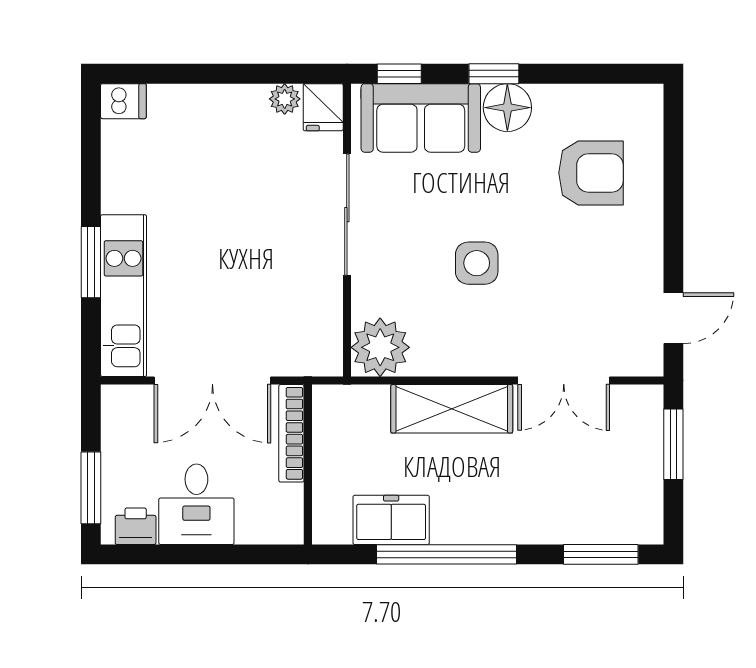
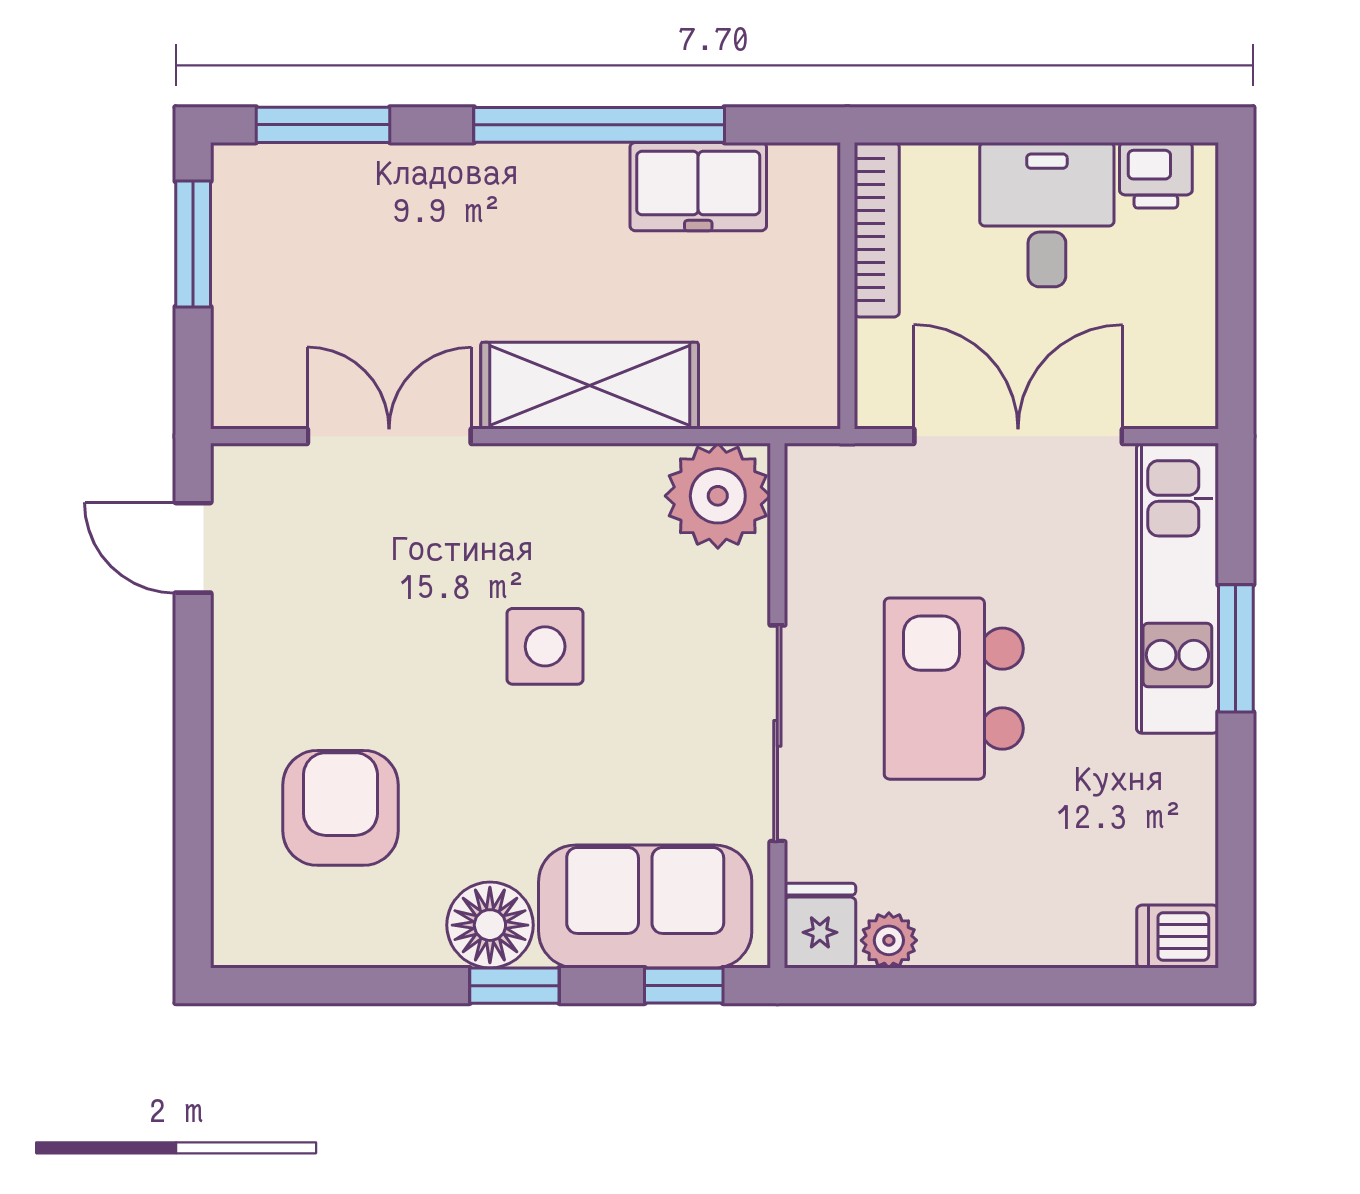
armchair: (591, 173) -> (340, 808), turned 90
kitchen island: (248, 240) -> (954, 689), added
door: (673, 318) -> (193, 548), hinge flipped
bookcase: (291, 433) -> (877, 230), moved
window: (673, 444) -> (193, 244), moved
window: (91, 488) -> (1236, 244), removed

